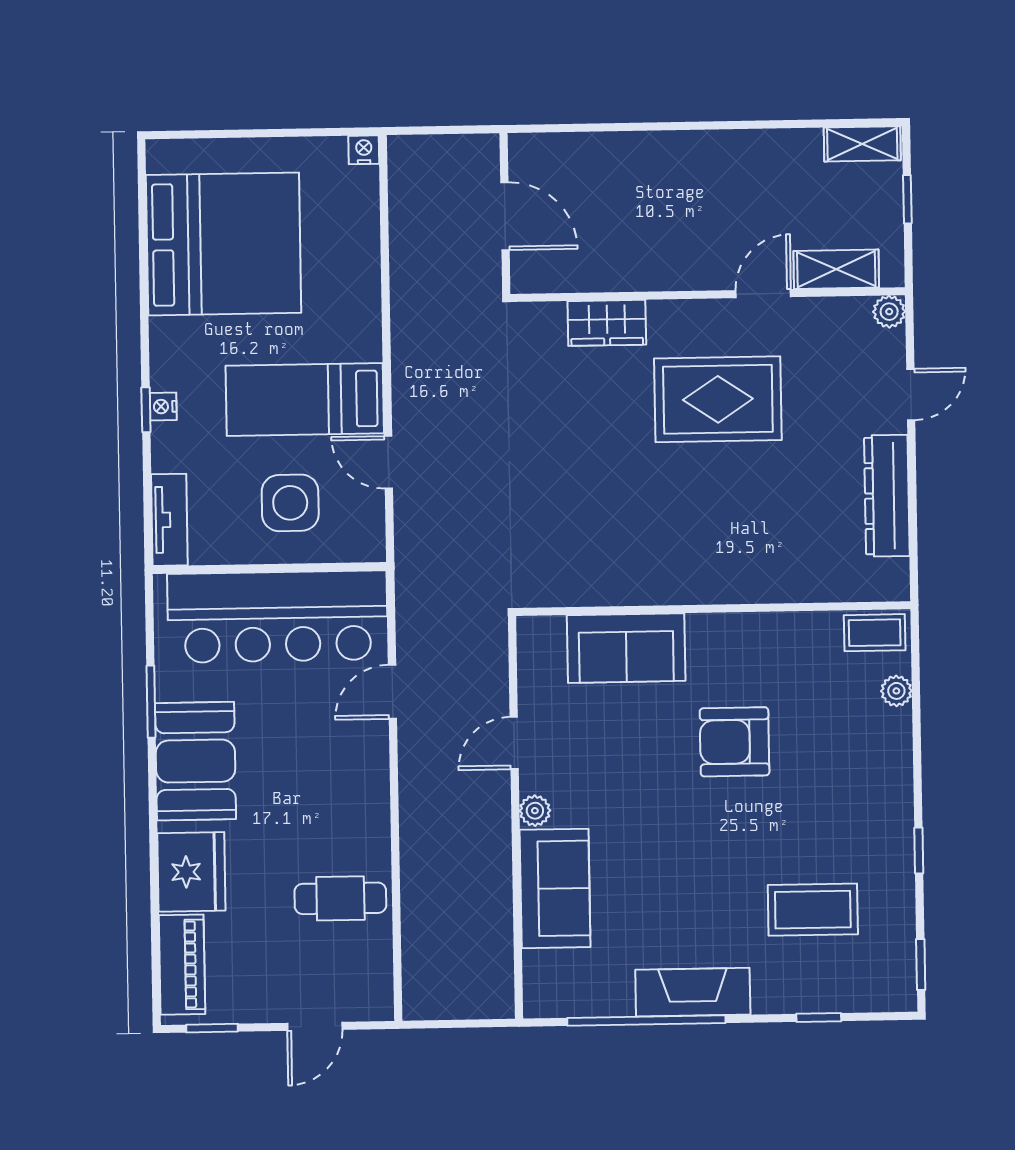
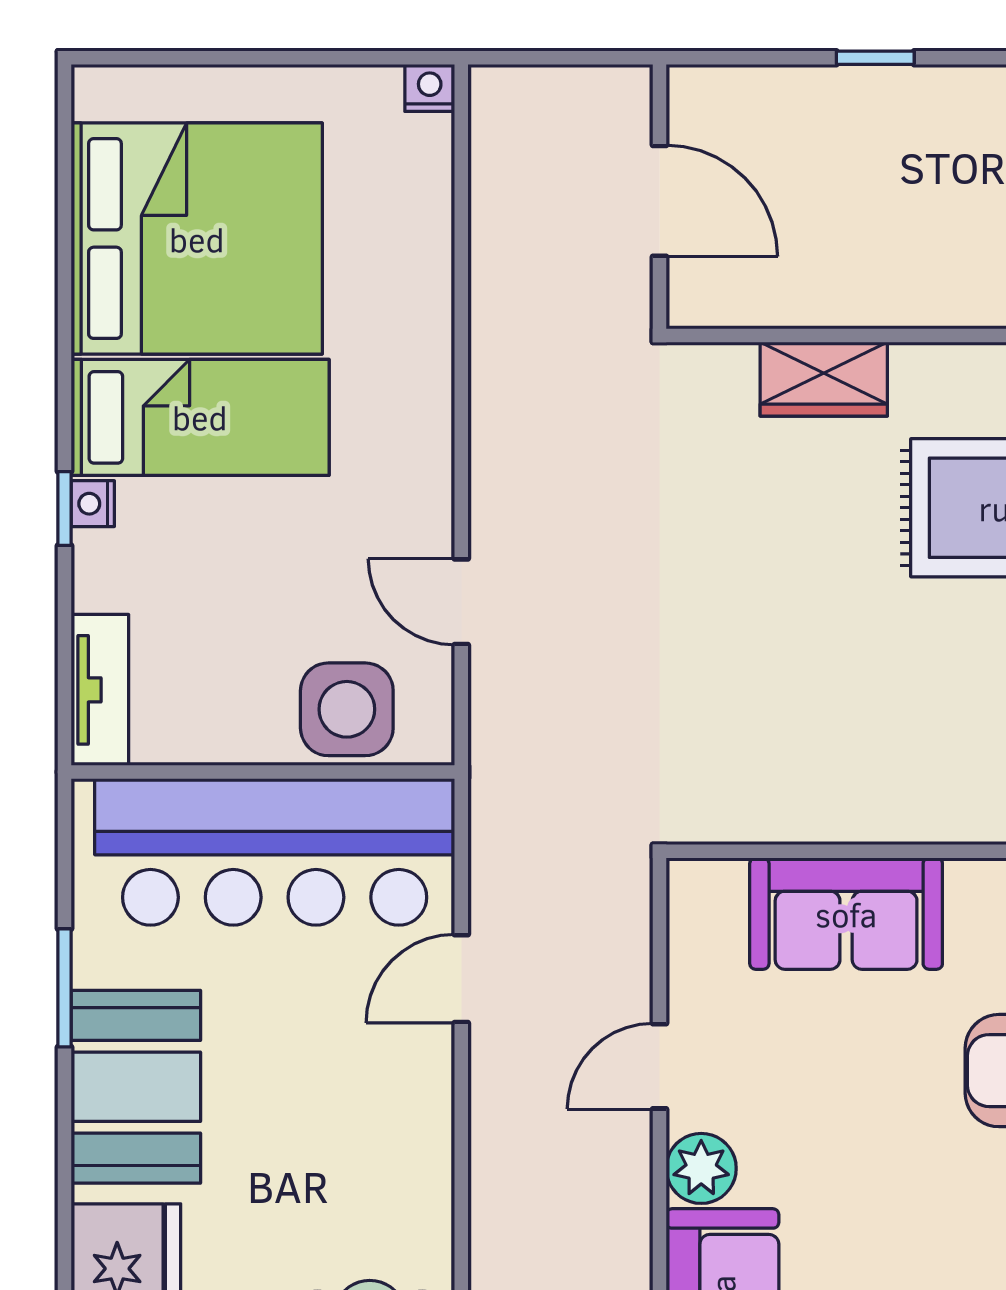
window: (635, 127) -> (875, 58), added
bed: (305, 399) -> (200, 417), moved, turned 180
side table: (290, 503) -> (347, 709), moved
plant: (535, 811) -> (701, 1168), width x1.38, depth x1.38

